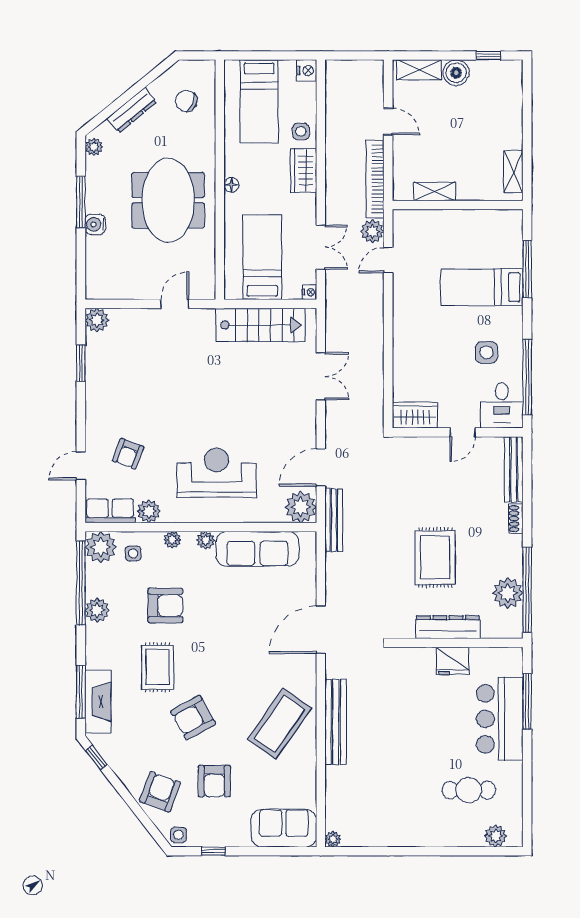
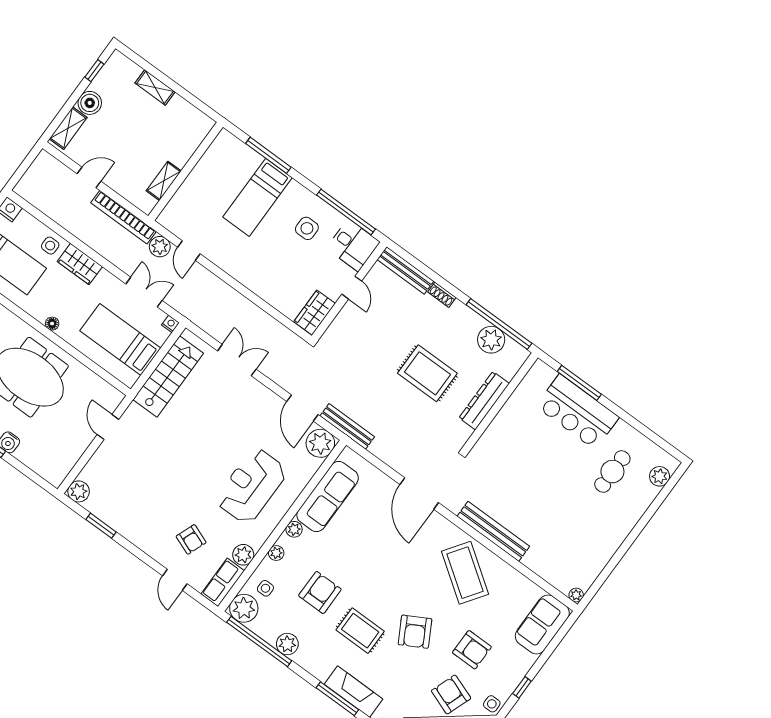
shelving: (513, 172) -> (155, 87), moved
fridge: (452, 661) -> (511, 415), removed

